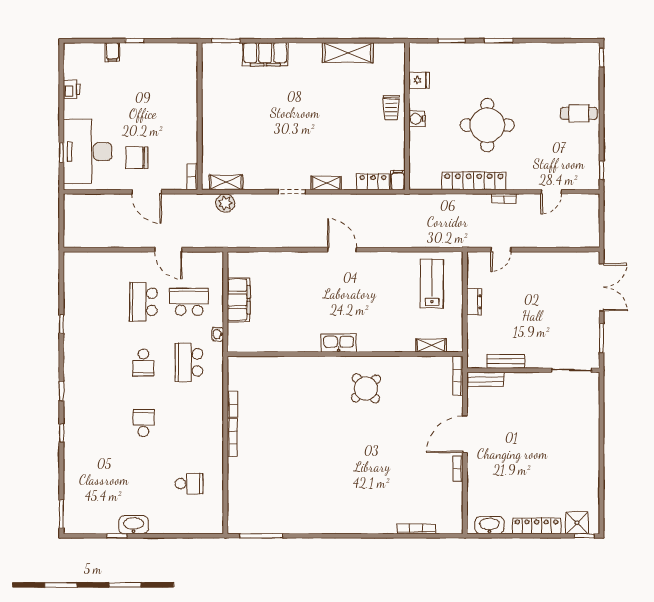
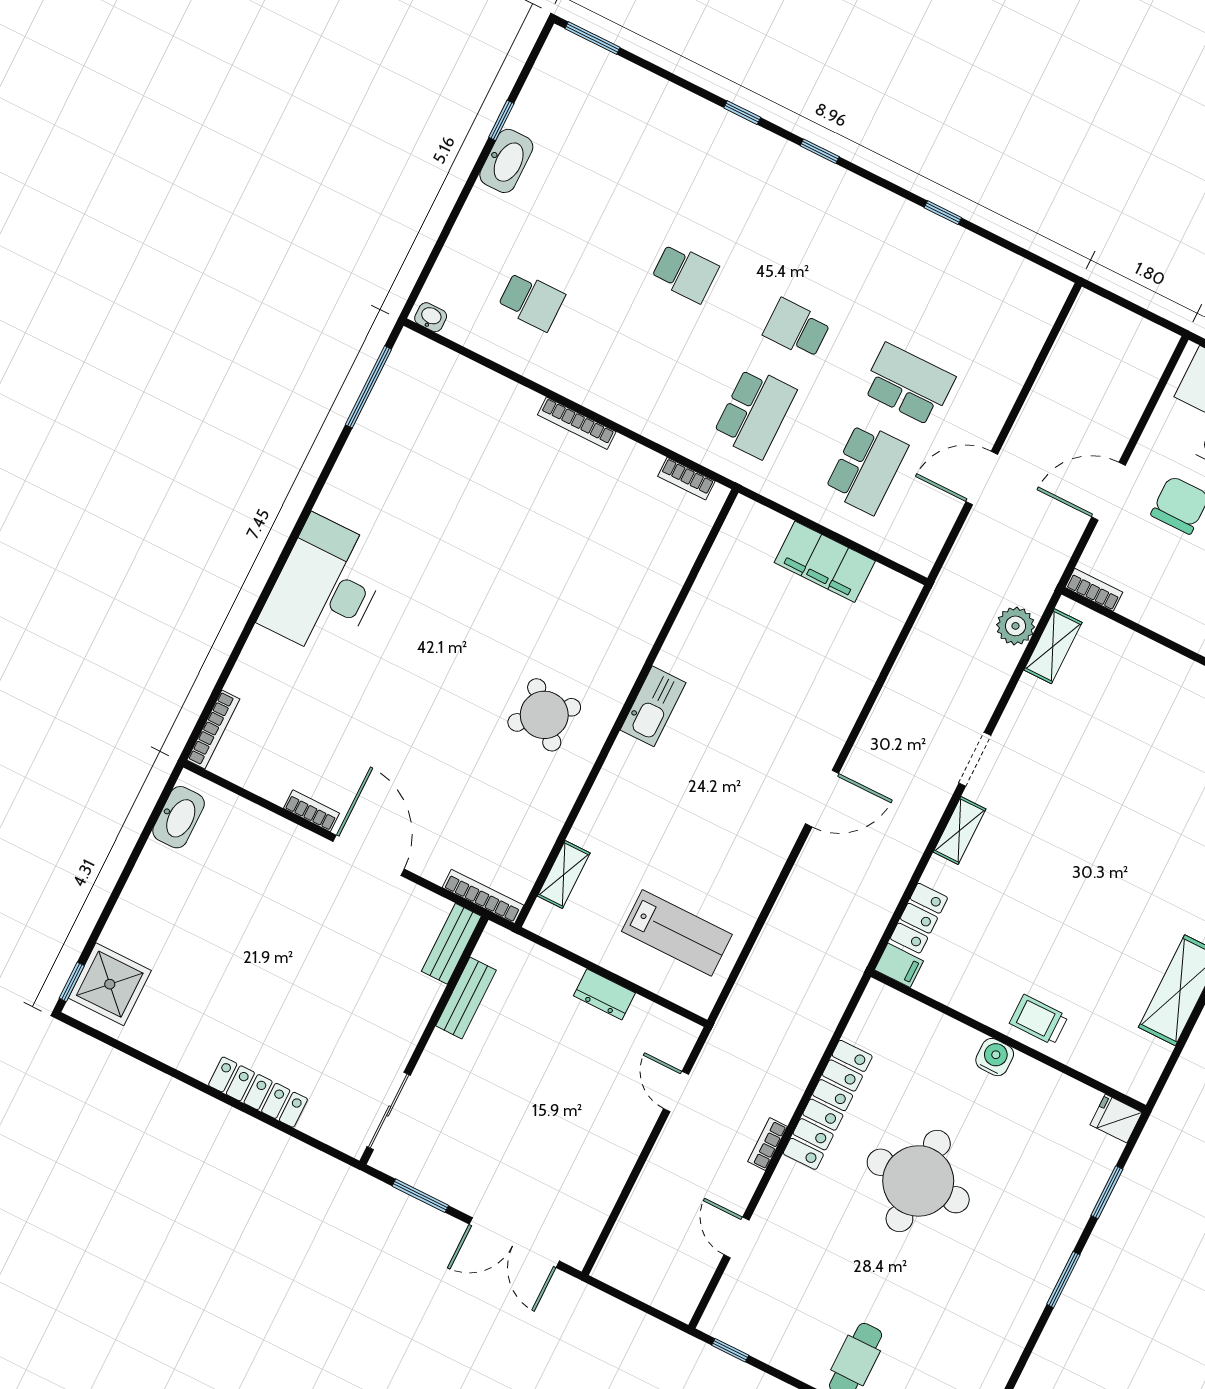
fridge: (419, 80) -> (1116, 1119), moved, turned 90
washbasin: (218, 334) -> (431, 317), moved
school desk: (189, 362) -> (755, 413), turned 90
bookcase: (233, 404) -> (686, 479), moved
school desk: (189, 484) -> (531, 301), turned -90
desk: (358, 511) -> (325, 588), added
shower: (577, 523) -> (110, 984), width x1.36, depth x1.36
locker: (537, 526) -> (258, 1092), moved, turned -90
bookcase: (416, 529) -> (213, 730), moved

